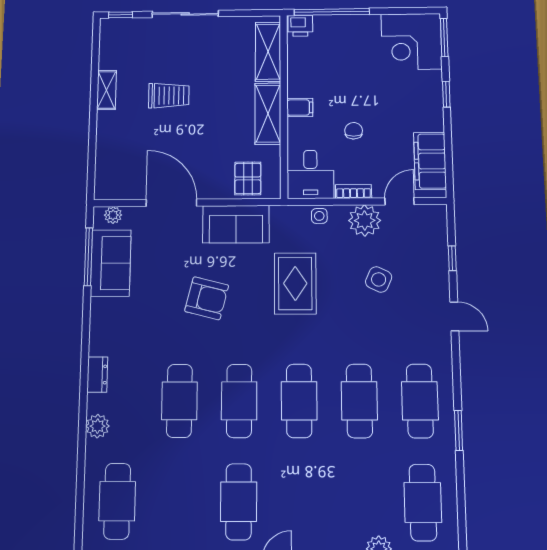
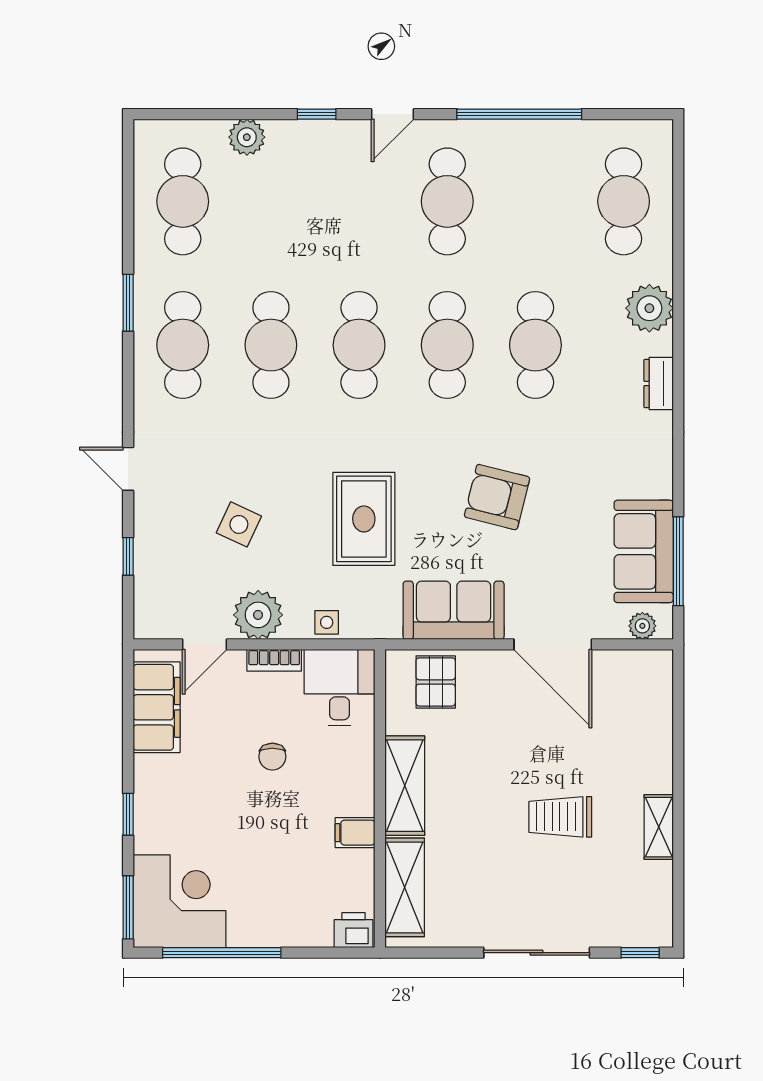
window: (332, 12) -> (222, 953), moved
filing cabinet: (300, 108) -> (355, 833), moved
plant: (98, 426) -> (649, 308), width x1.36, depth x1.36

